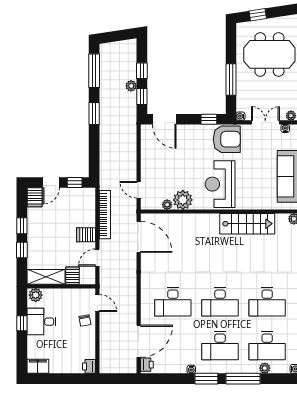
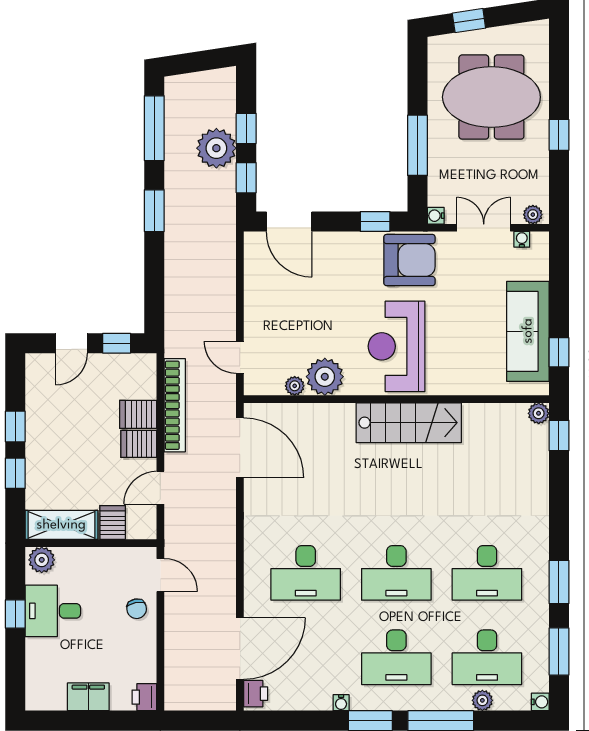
plant: (131, 86) -> (216, 148), width x1.88, depth x1.88
server rack: (35, 197) -> (138, 414), moved, turned 90
stairs: (247, 224) -> (409, 423), moved
filing cabinet: (38, 366) -> (88, 697), moved

